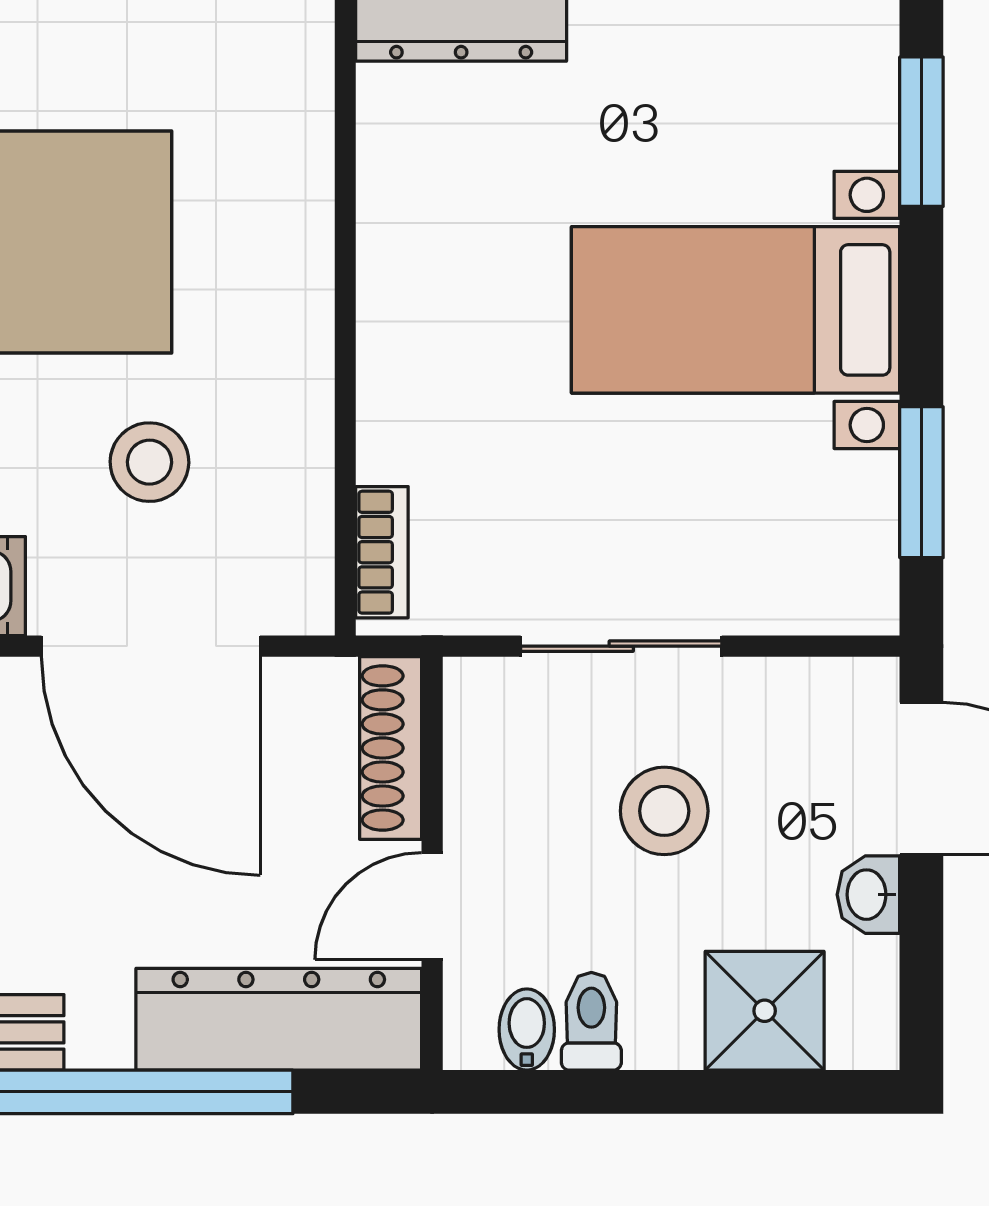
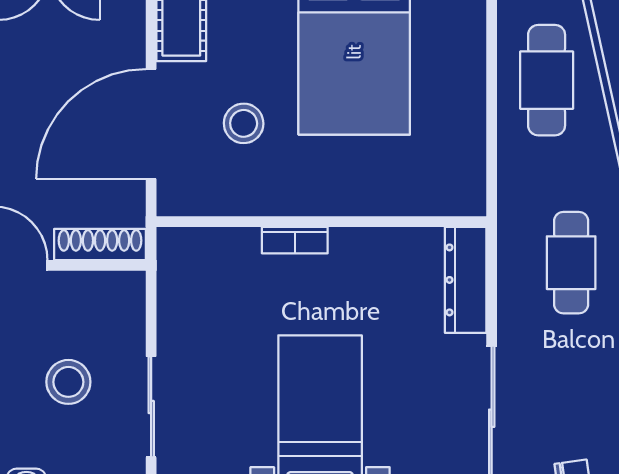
bookcase: (382, 552) -> (295, 240), moved
sliding door: (621, 646) -> (151, 407), moved

